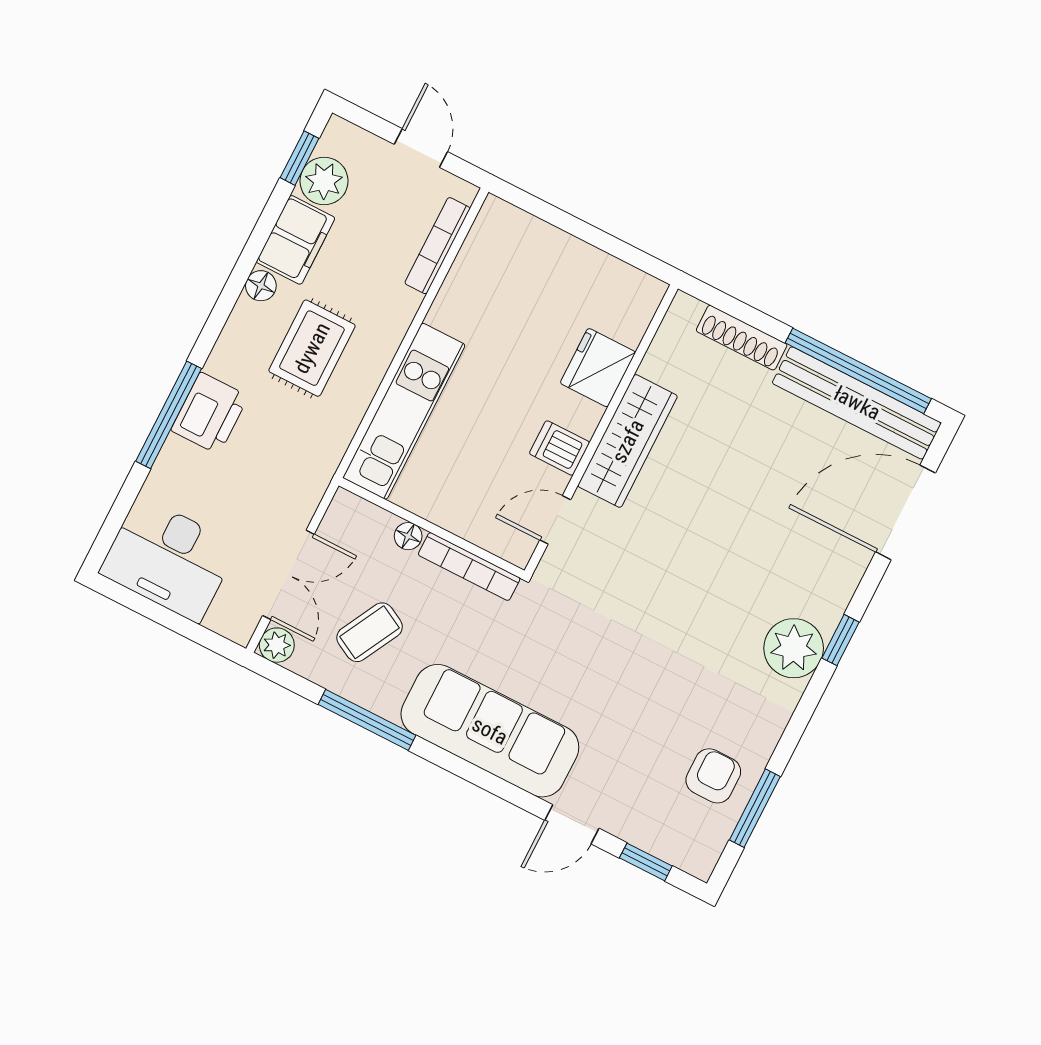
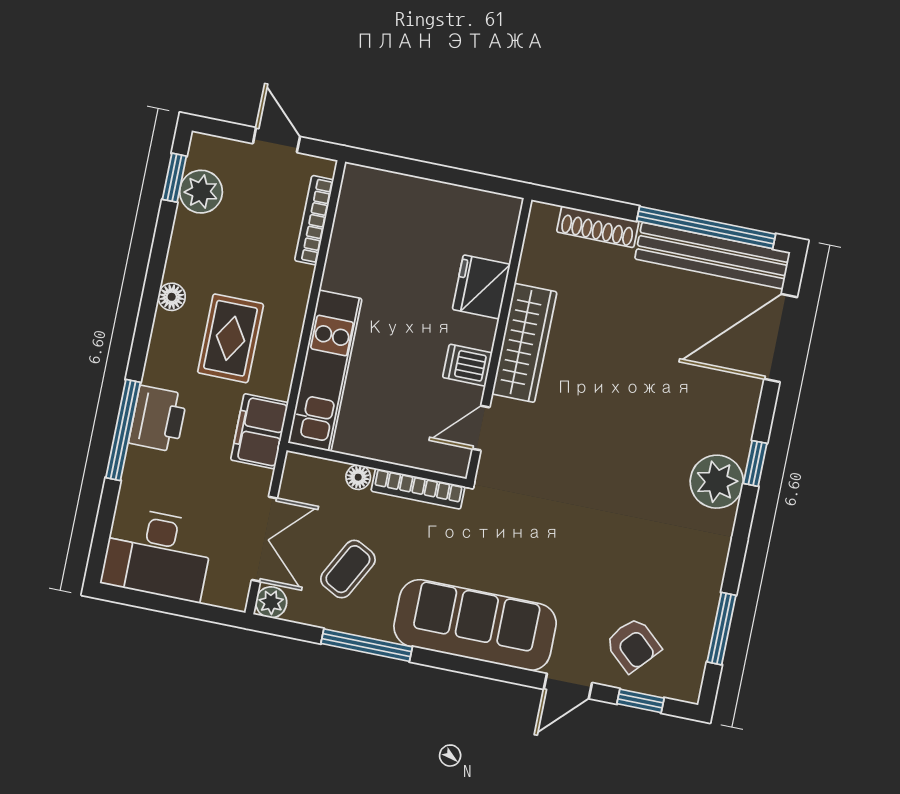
filing cabinet: (296, 240) -> (259, 431), moved, turned 180
armchair: (713, 776) -> (633, 645), moved, turned 132

